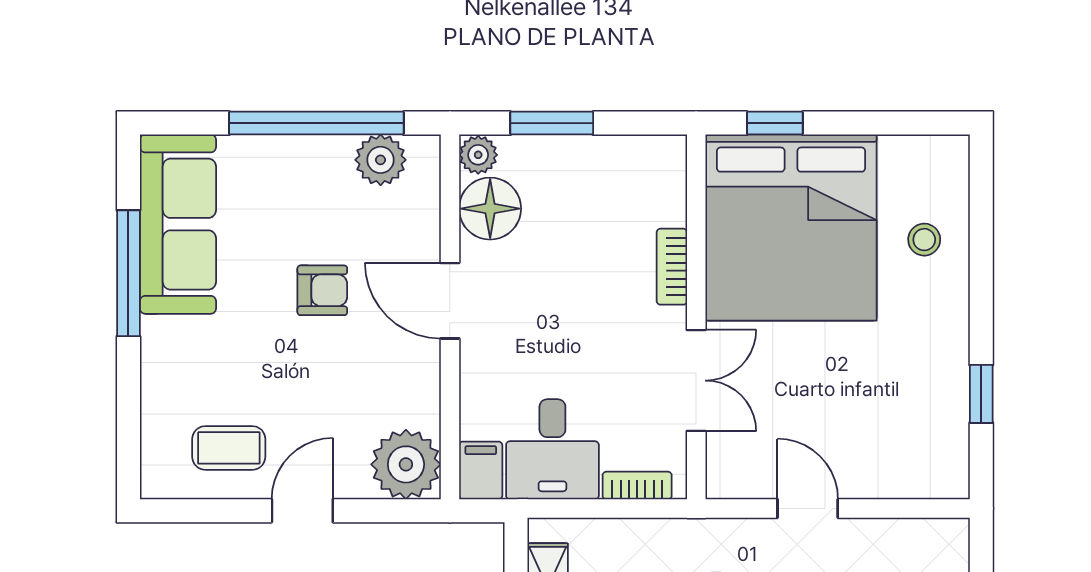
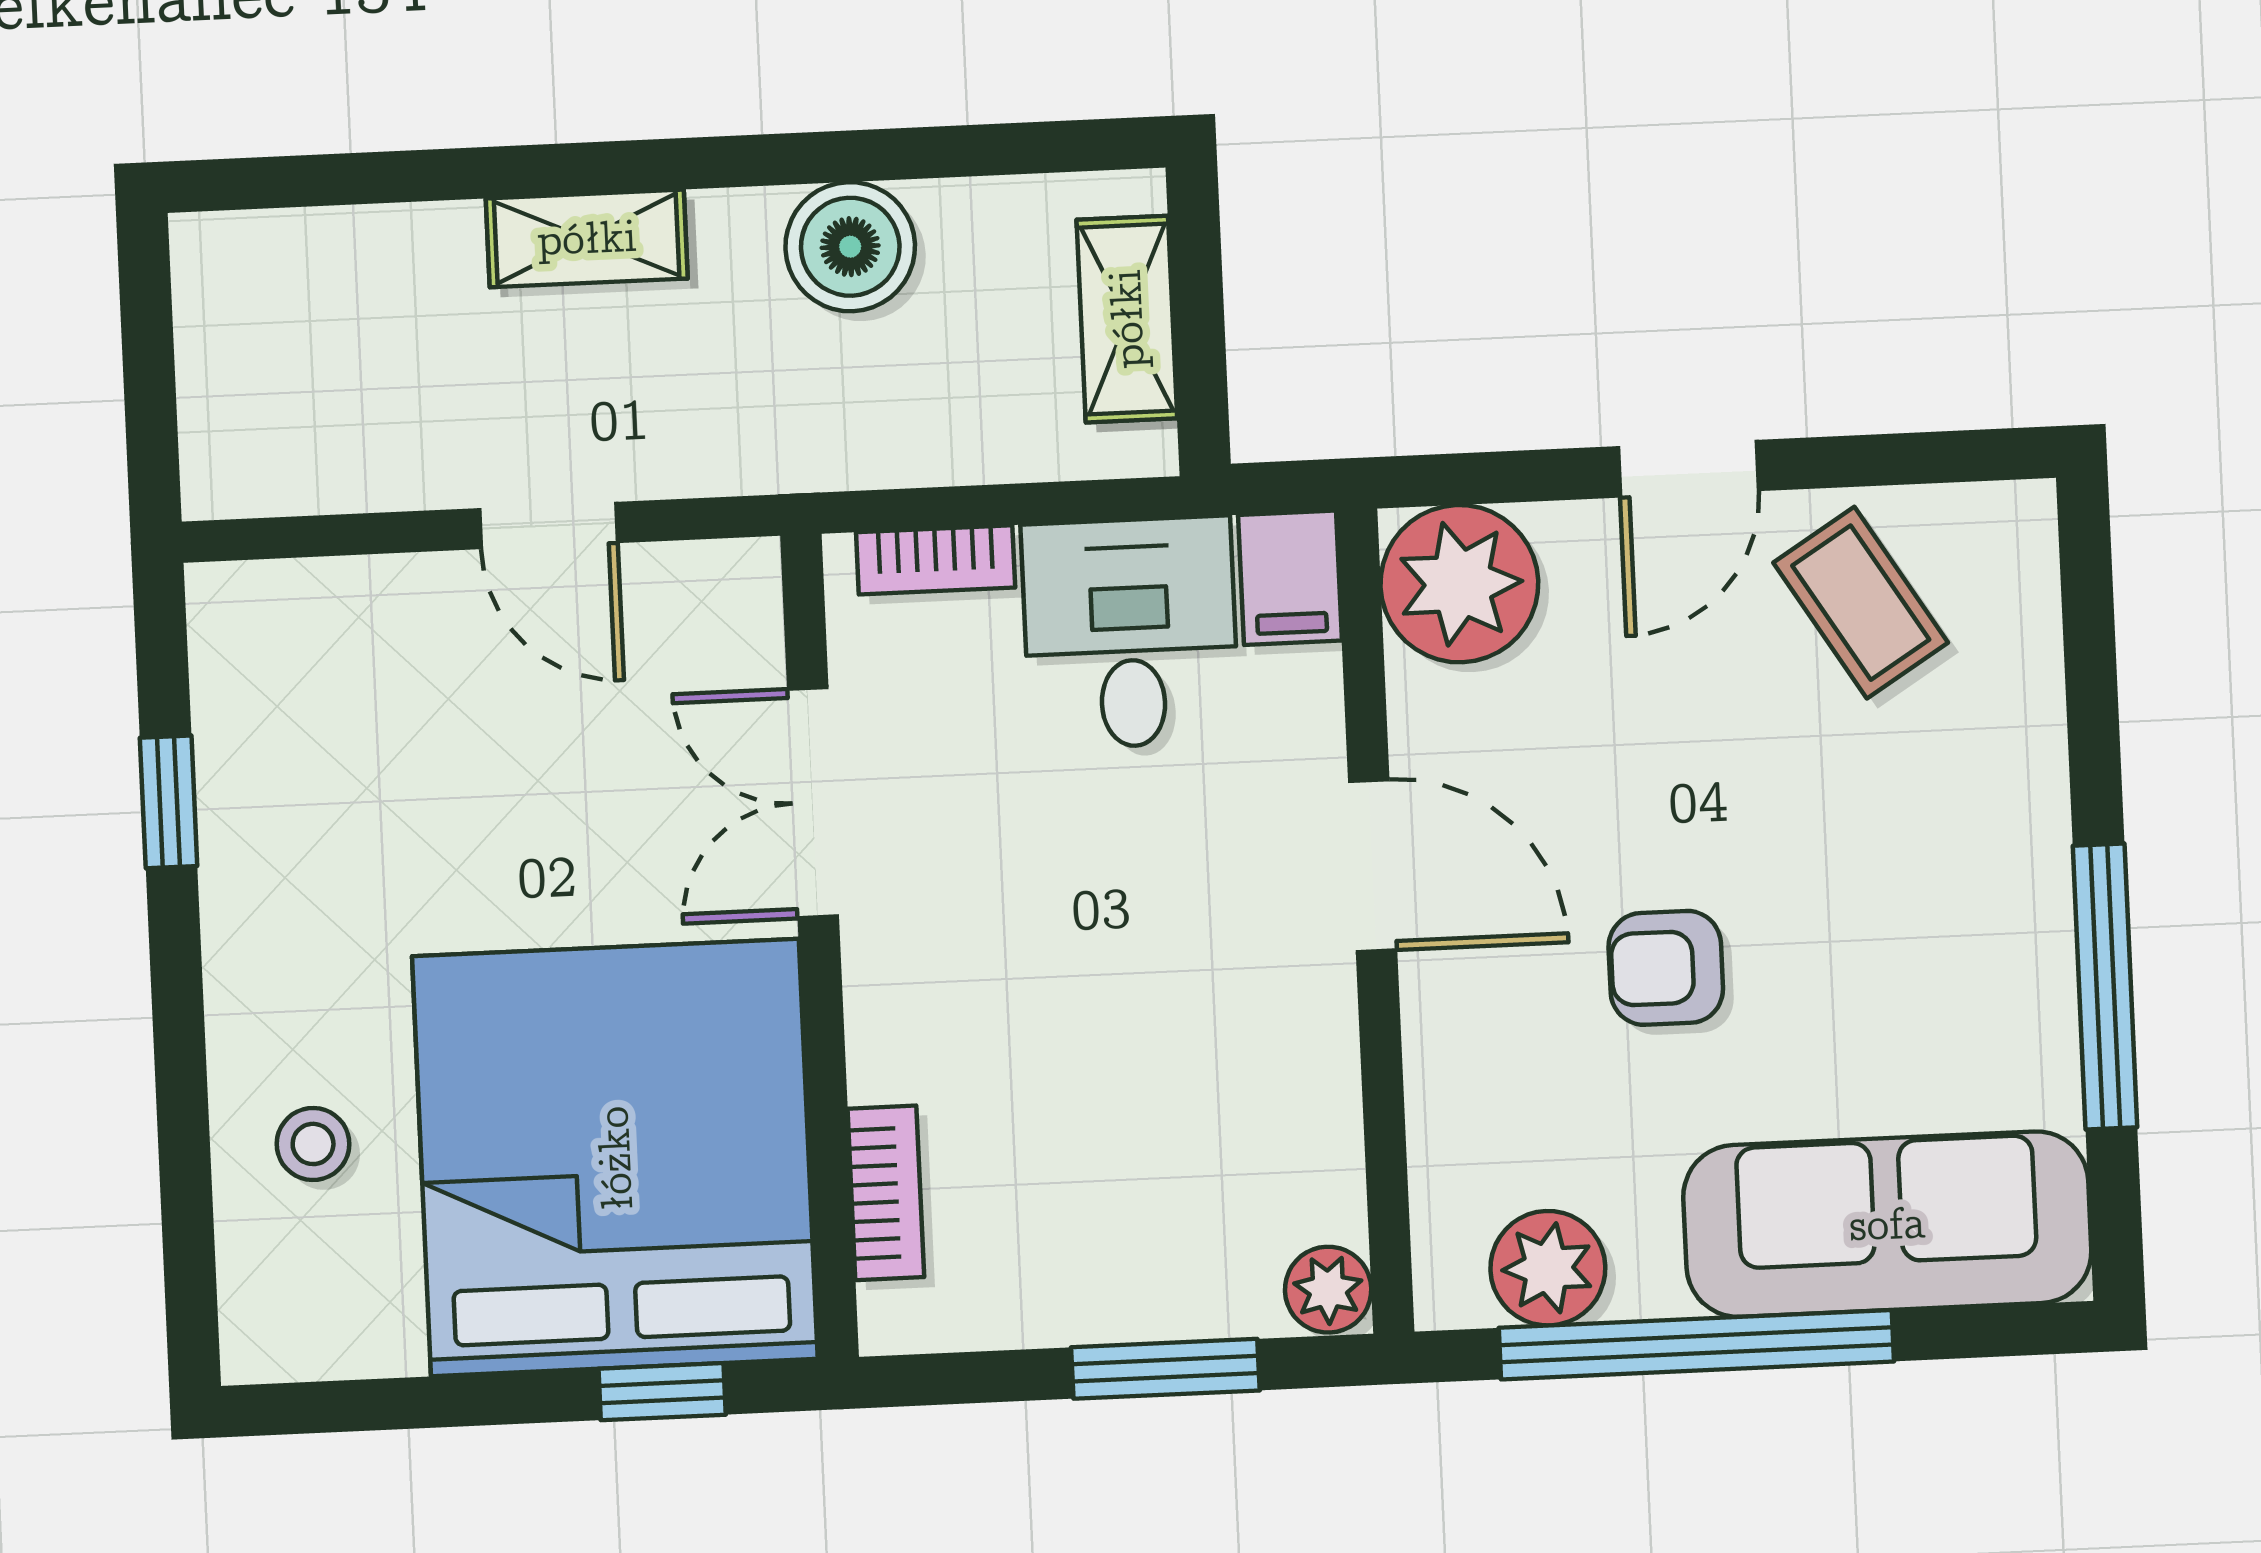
floor lamp: (490, 209) -> (1296, 1170), removed
sofa: (178, 224) -> (1887, 1224), moved, turned 90
bookcase: (672, 267) -> (886, 1193), moved
door: (450, 301) -> (1373, 866), moved
coffee table: (229, 448) -> (1861, 603), turned 58

